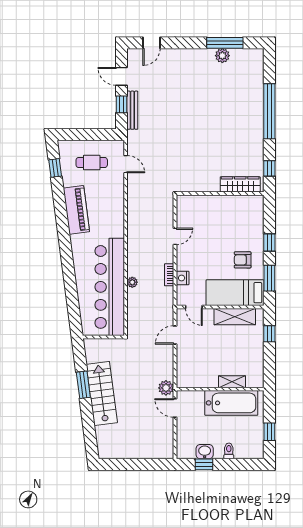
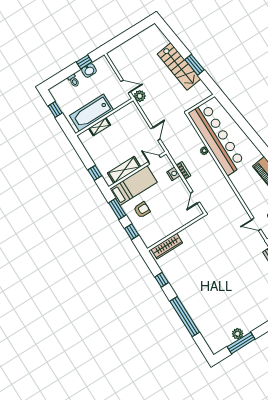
wardrobe: (240, 184) -> (167, 246), moved
wall: (220, 193) -> (176, 232), moved

